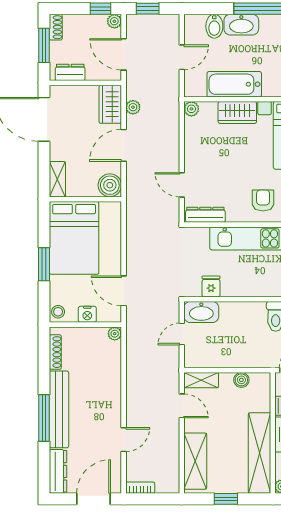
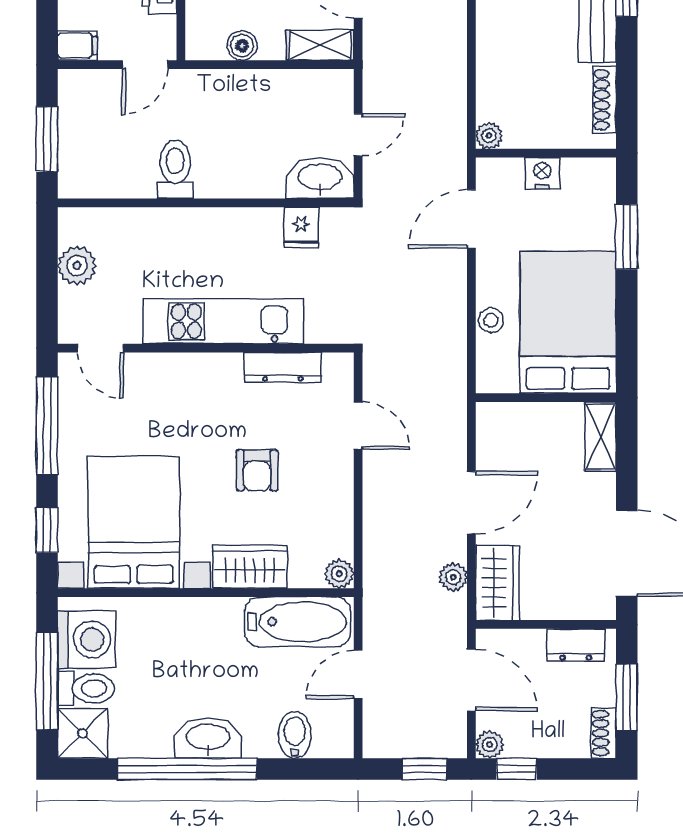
washbasin: (241, 25) -> (208, 738), moved
bathtub: (234, 84) -> (297, 622), moved
boiler: (110, 185) -> (498, 425), removed
armchair: (263, 200) -> (257, 470), moved
dresser: (205, 215) -> (283, 367), moved
window: (44, 264) -> (627, 237), moved
door: (124, 291) -> (471, 219), swing flipped
stool: (58, 312) -> (491, 320), moved

